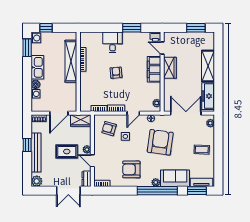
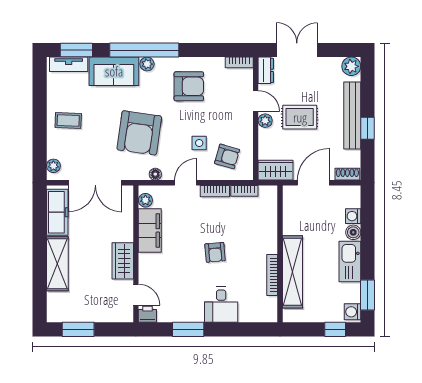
filing cabinet: (154, 69) -> (150, 230), moved

